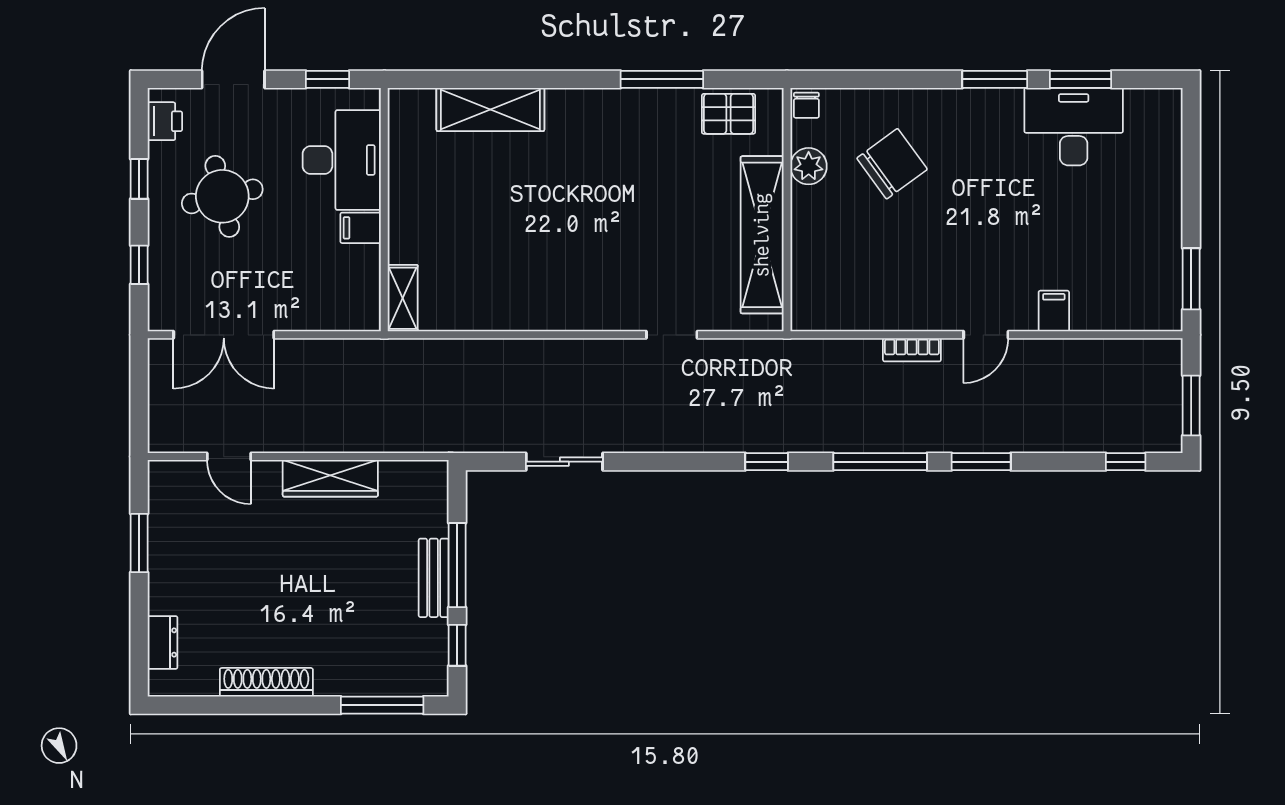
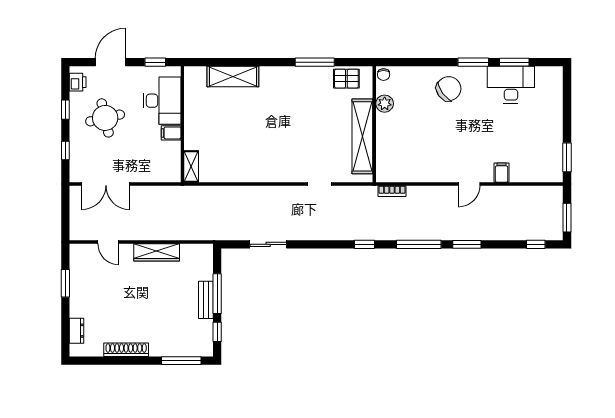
chair: (892, 164) -> (449, 89), moved
bookcase: (912, 350) -> (392, 191), moved

